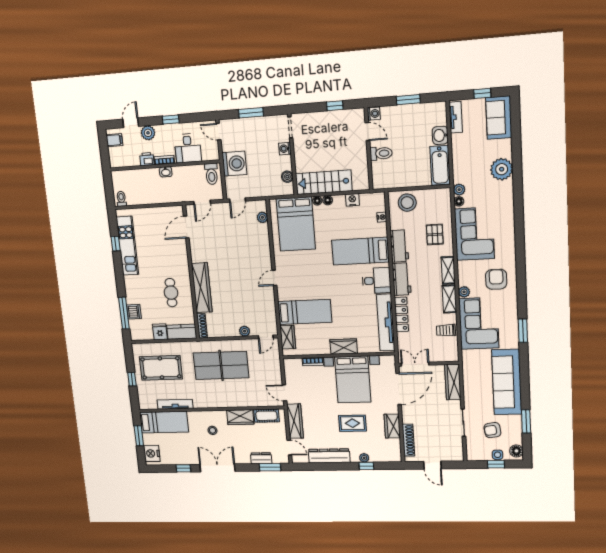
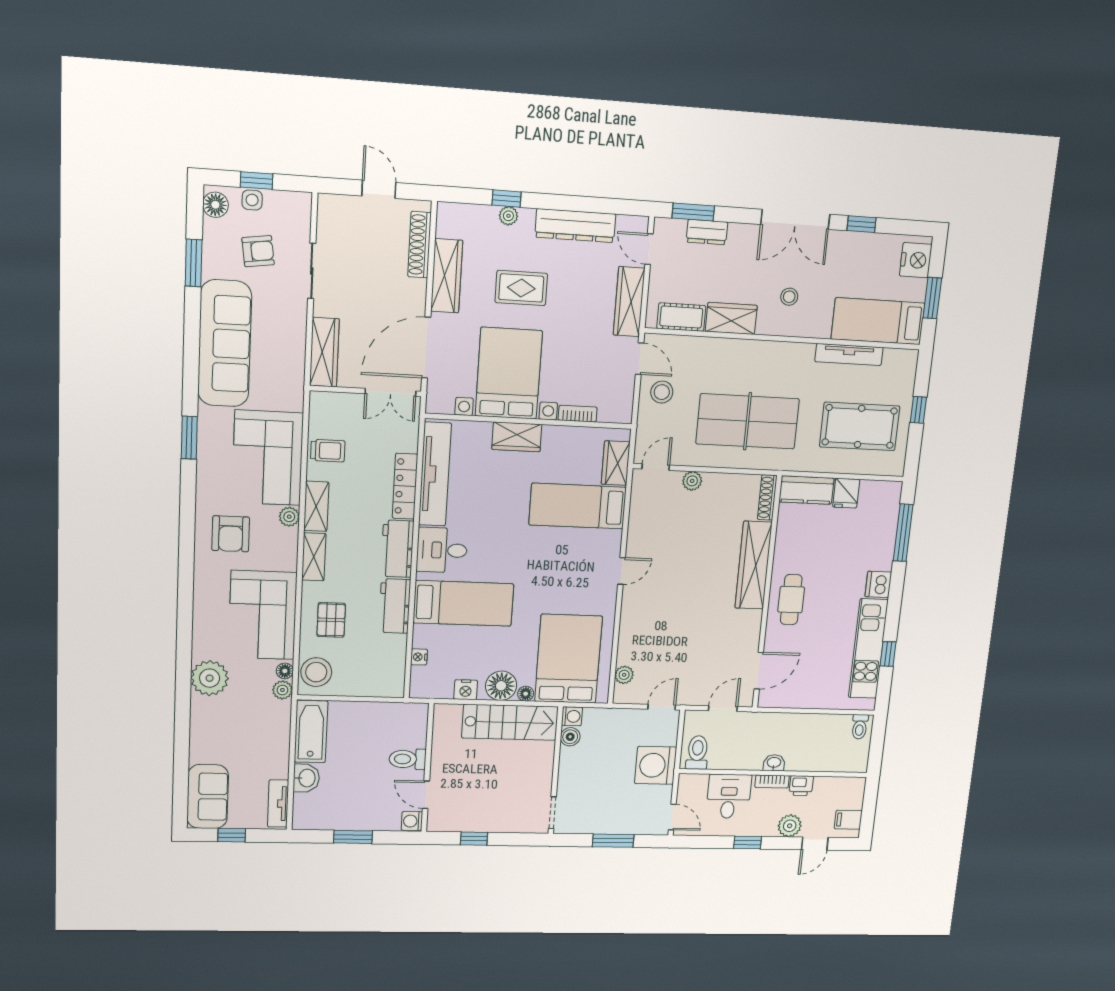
washing machine: (285, 149) -> (572, 716), moved
plant: (502, 169) -> (210, 678), moved
floor lamp: (328, 200) -> (501, 686), width x1.89, depth x1.89
stool: (407, 203) -> (316, 672), moved
cafe table: (171, 293) -> (791, 600), moved
dishwasher: (134, 312) -> (878, 584), moved
stool: (270, 377) -> (662, 392), added
wardrobe: (392, 426) -> (447, 276), width x1.50

